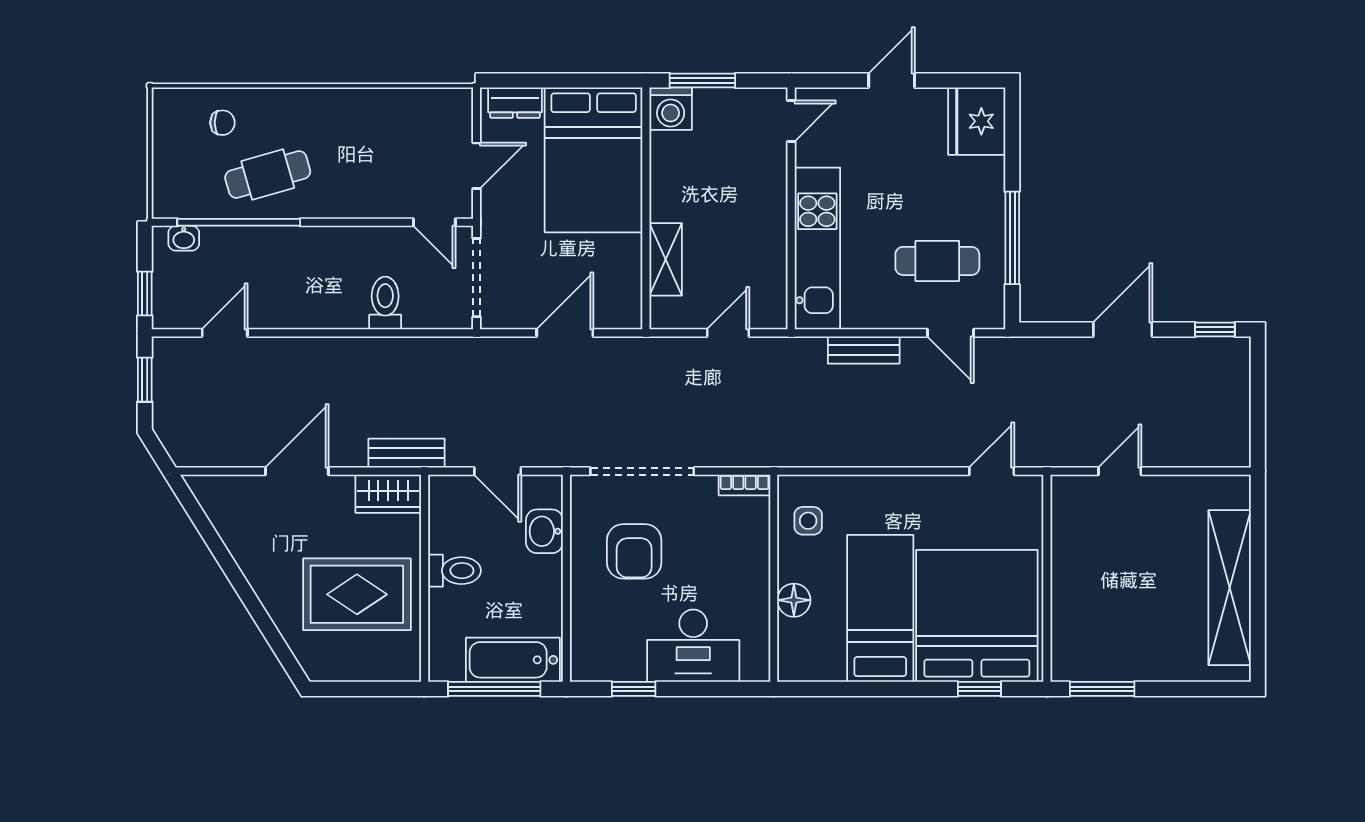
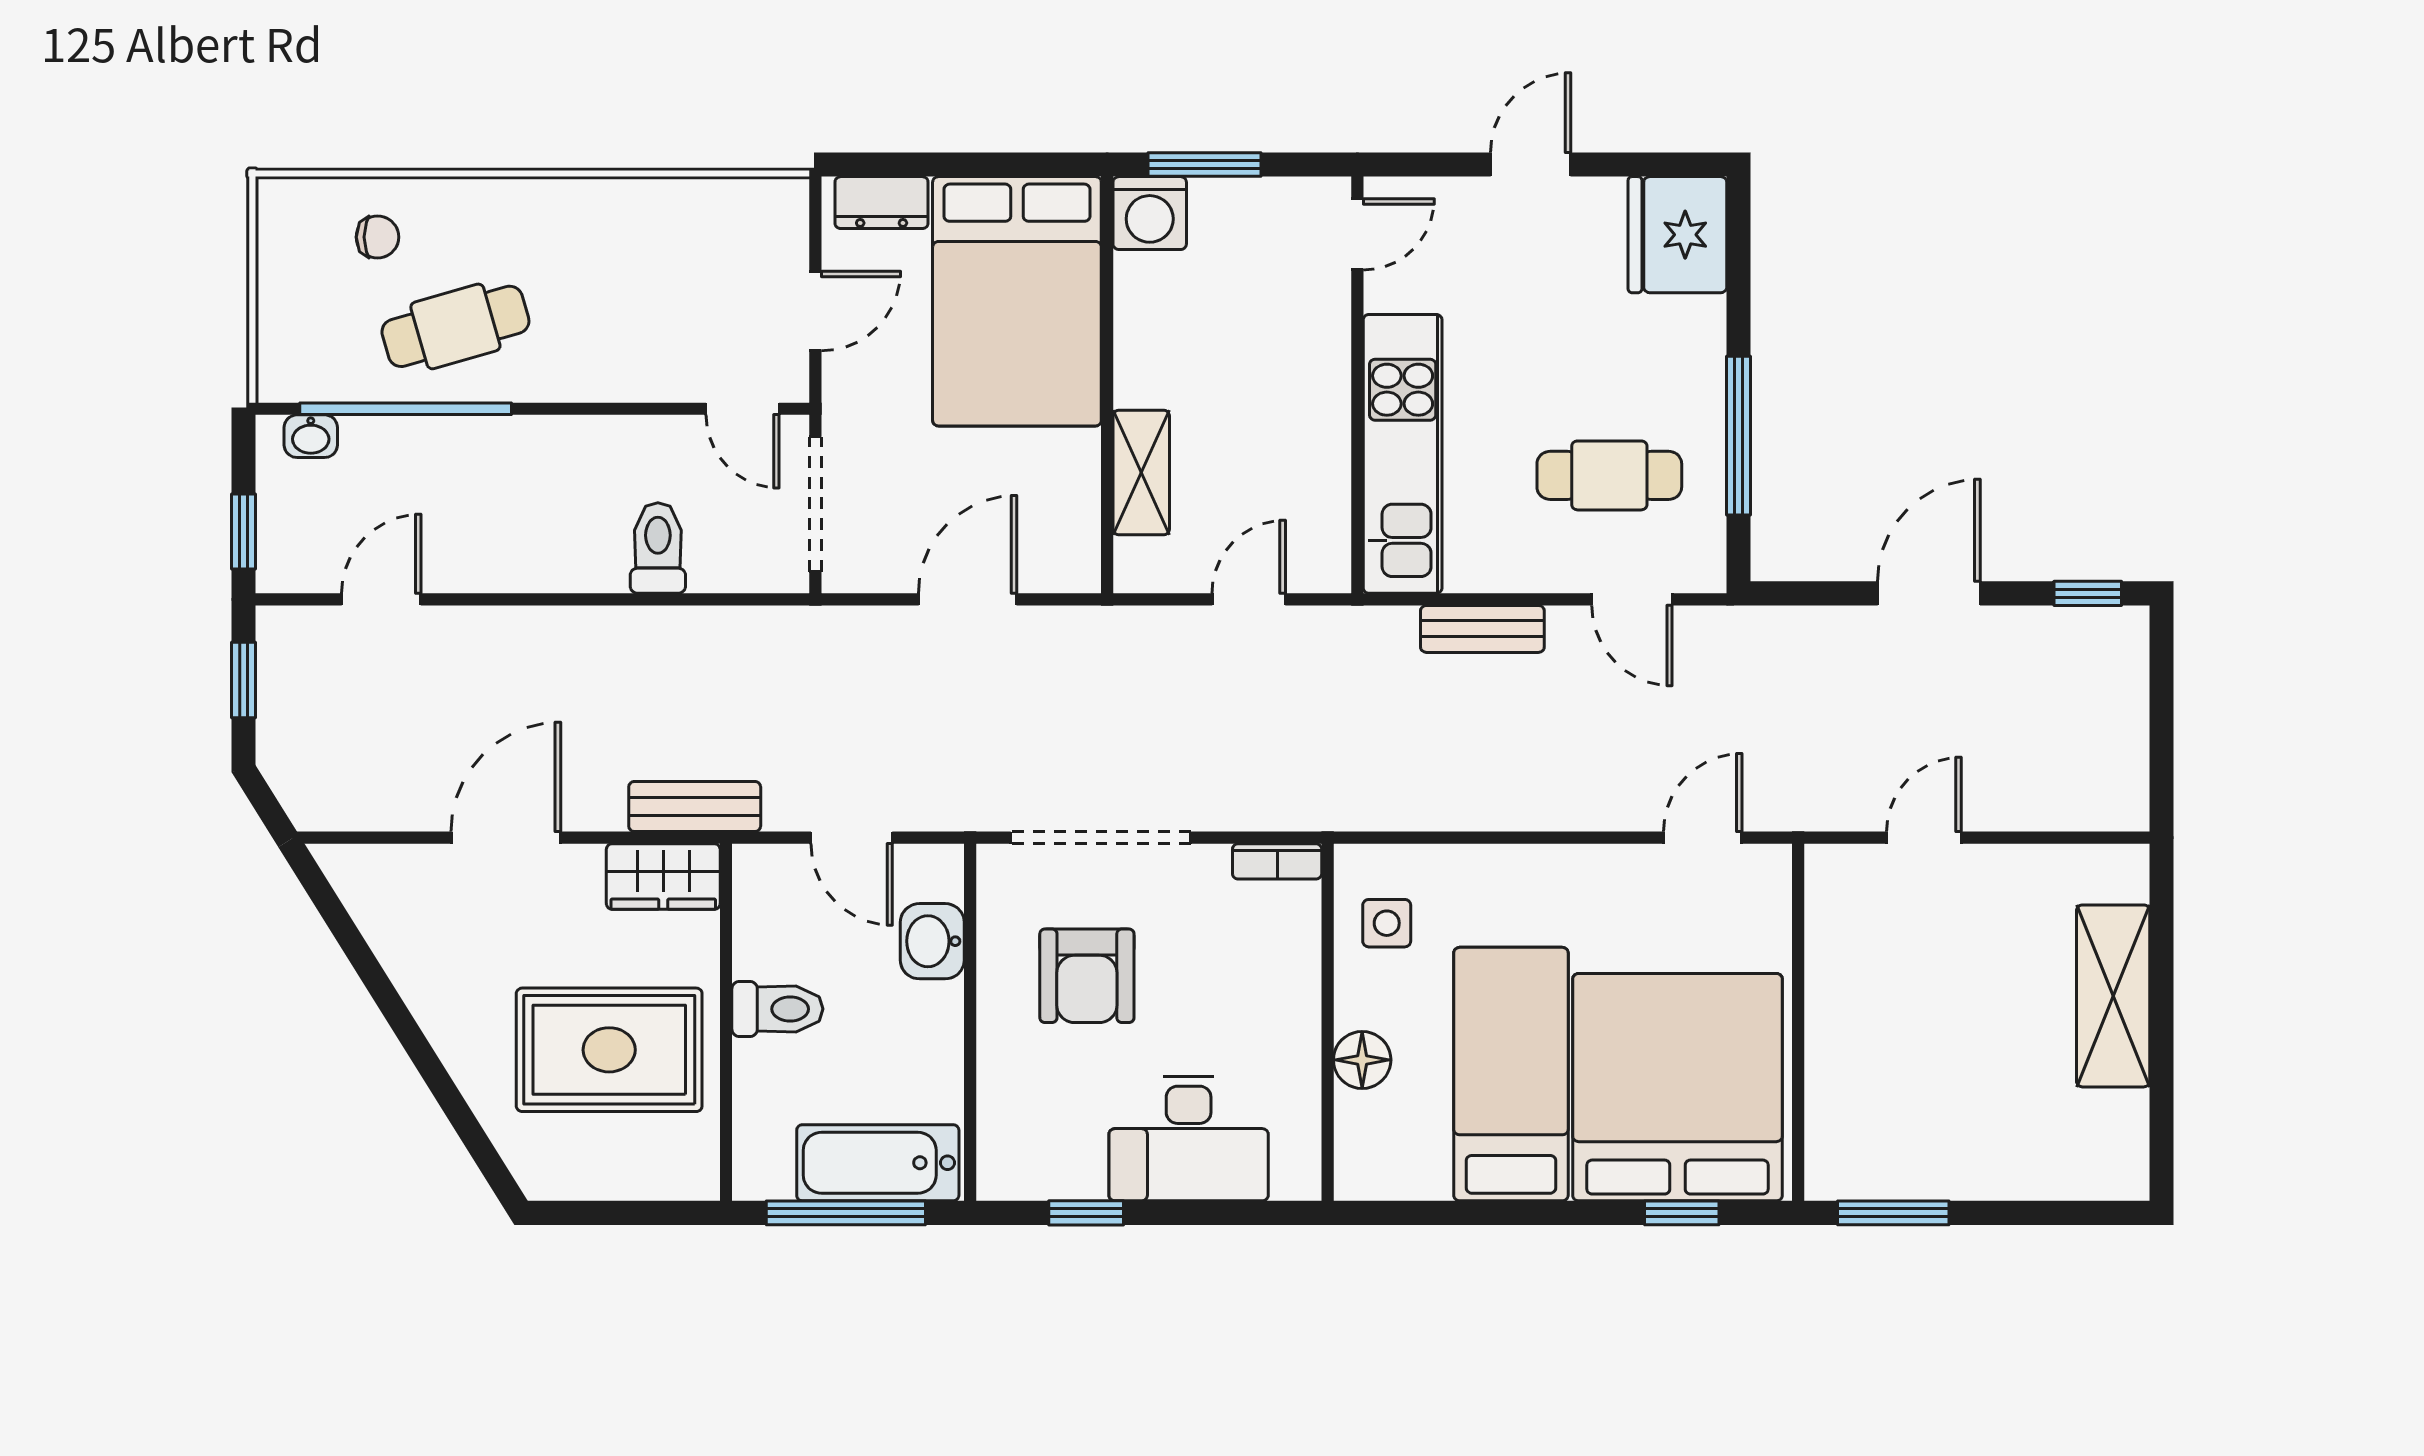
shelving: (1230, 588) -> (2113, 996), width x0.68

